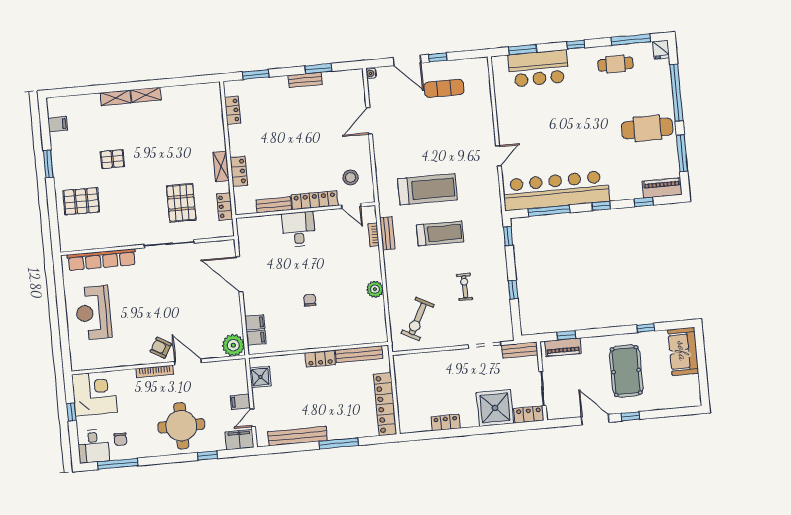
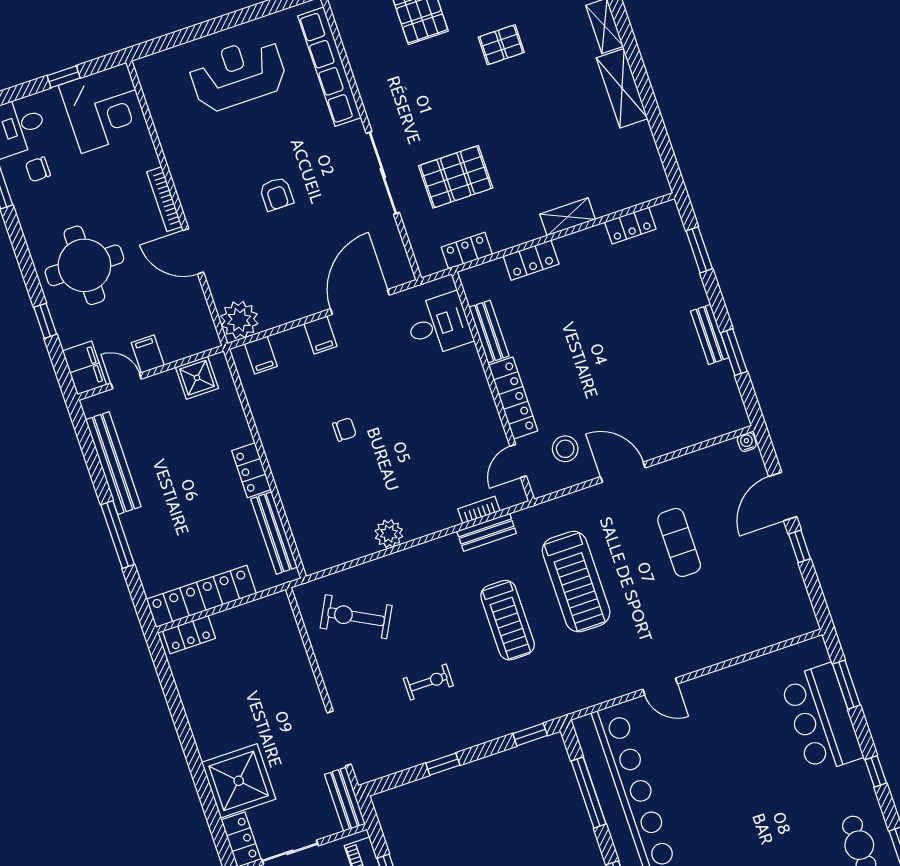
exercise mat: (444, 88) -> (679, 542), moved
shelving: (146, 95) -> (622, 88), width x1.50, depth x1.33
door: (369, 121) -> (623, 472), moved
pallet: (112, 159) -> (501, 45), turned 90
shelving: (221, 166) -> (568, 217), moved
desk: (298, 229) -> (439, 325), moved
filing cabinet: (255, 322) -> (321, 335), moved
armchair: (161, 348) -> (276, 194), moved, turned 150
door: (188, 362) -> (193, 251), swing flipped
locker: (446, 423) -> (189, 635), moved, turned 90

